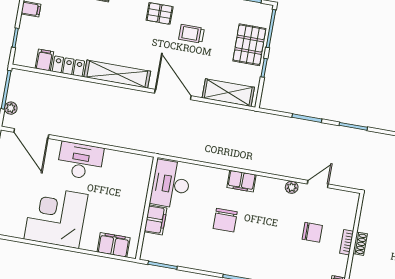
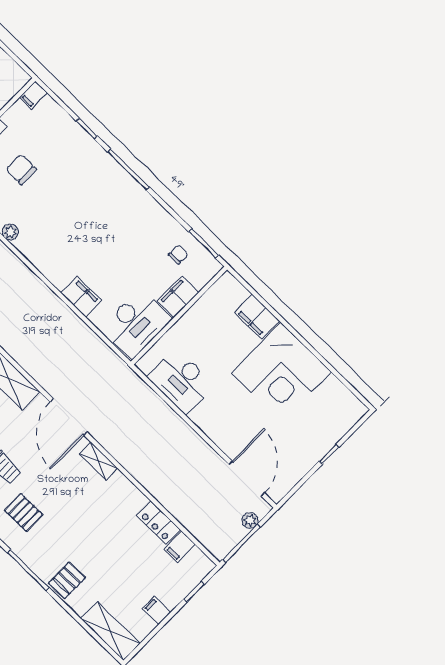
shelving: (117, 74) -> (98, 461), width x0.45, depth x0.75
desk: (80, 161) -> (181, 381), moved
filing cabinet: (242, 181) -> (81, 297), moved
chair: (225, 220) -> (178, 255), moved, width x0.54, depth x0.54
filing cabinet: (114, 245) -> (257, 317), moved

